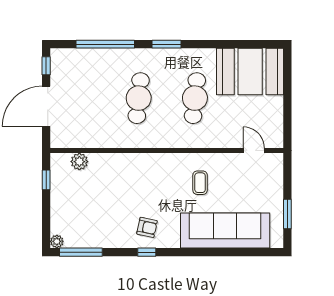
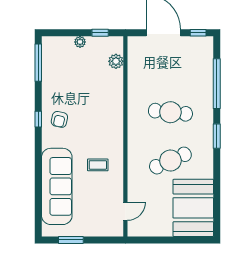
cafe table: (195, 98) -> (170, 161), turned -30
plant: (57, 241) -> (80, 42), moved

